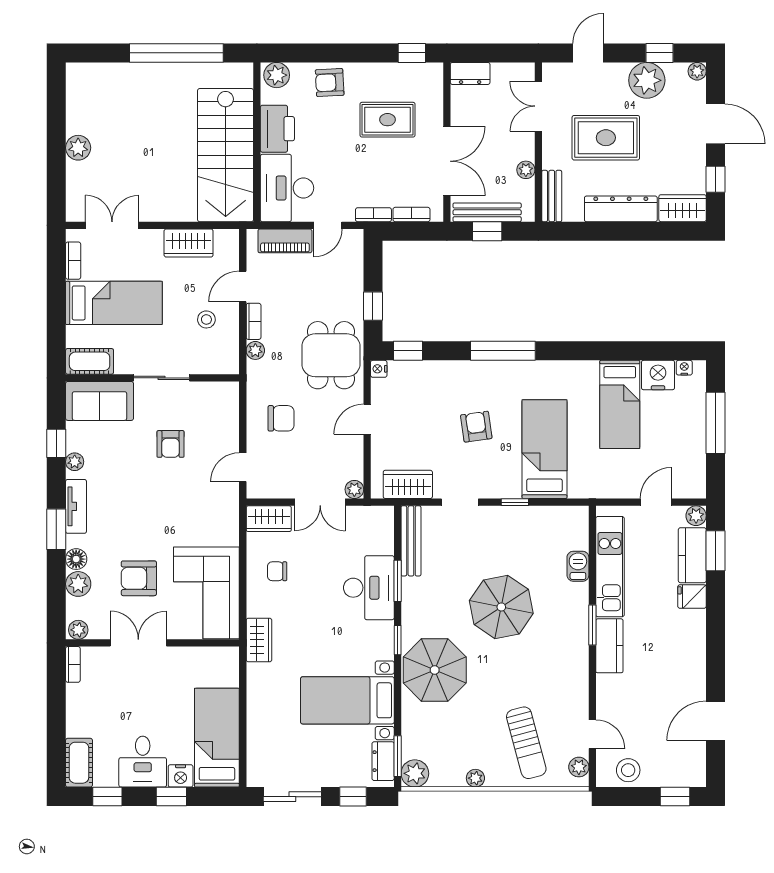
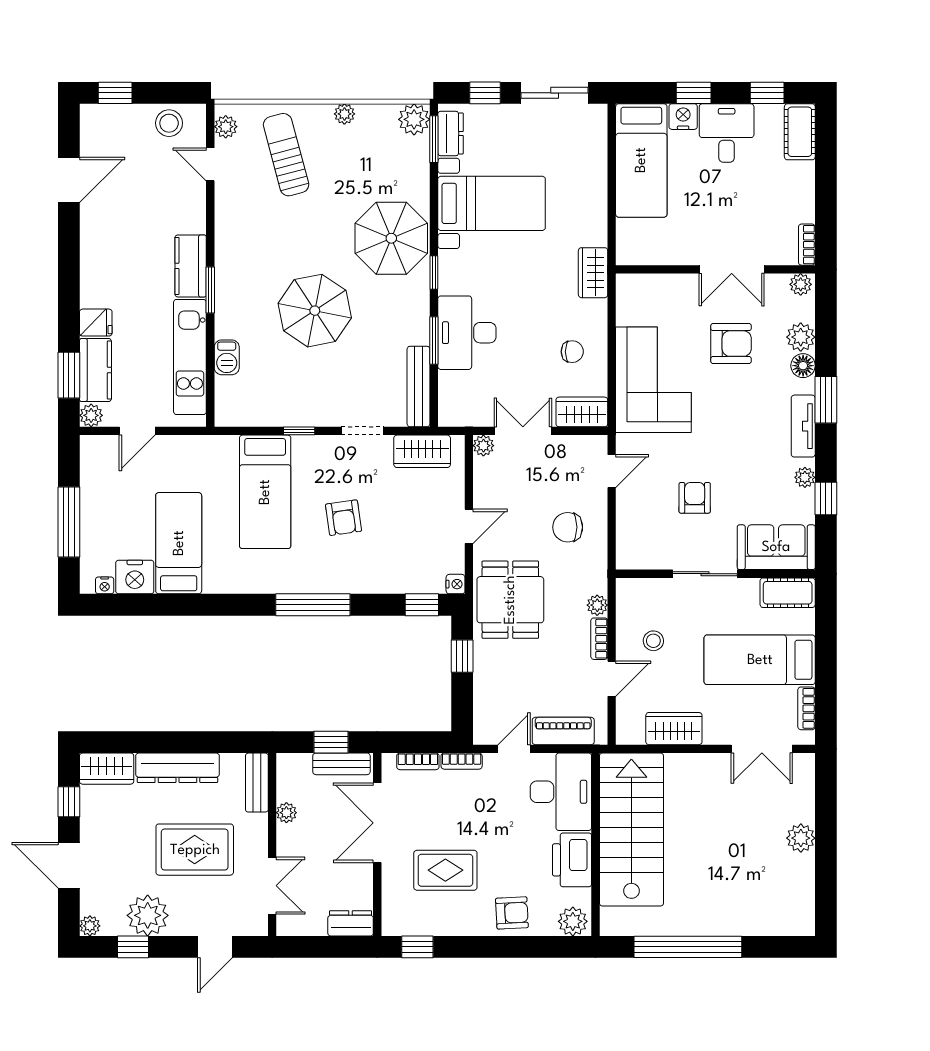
bench: (487, 212) -> (341, 764), width x0.73
corner sofa: (206, 593) -> (653, 380), moved

